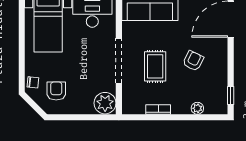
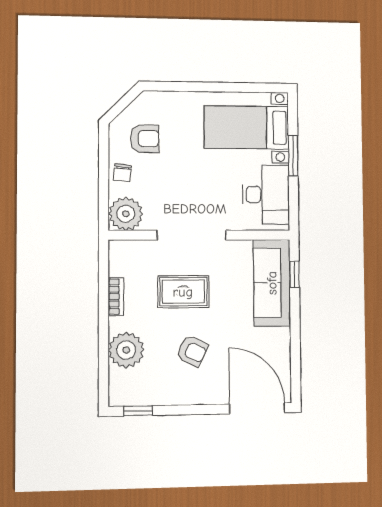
chair: (33, 82) -> (122, 173), moved
plant: (197, 108) -> (126, 350), width x1.87, depth x1.87

